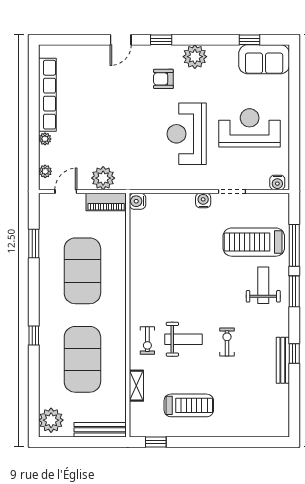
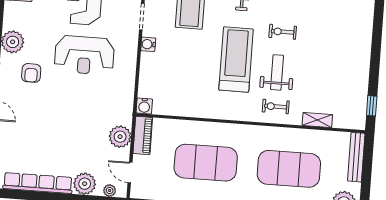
plant: (45, 139) -> (85, 184), width x1.87, depth x1.87
exercise bike: (147, 340) -> (276, 107), turned 180
treadmill: (189, 405) -> (236, 60), moved, width x1.37, depth x1.38

